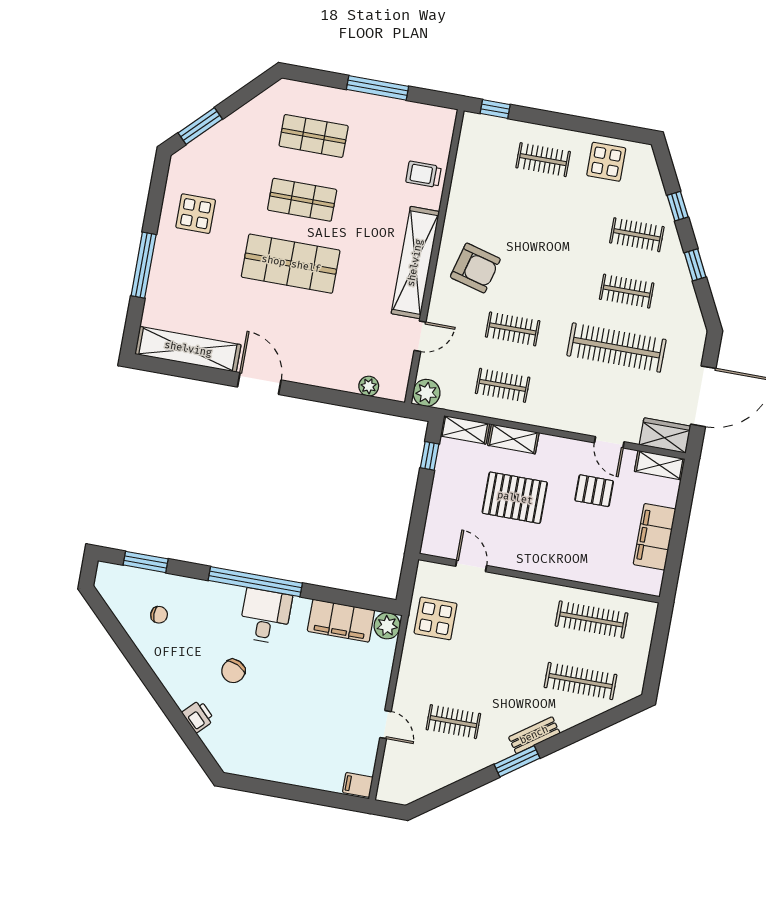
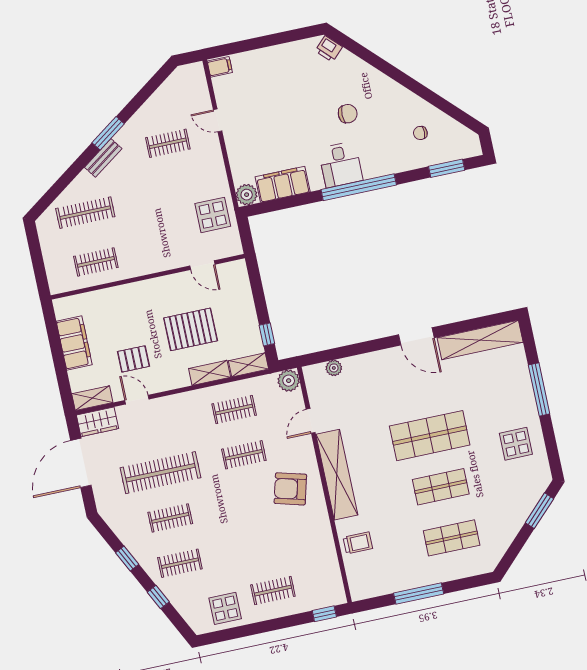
clothes rail: (592, 620) -> (96, 262), width x0.73
chair: (233, 671) -> (348, 114), turned 65
printer: (198, 716) -> (329, 49), moved

